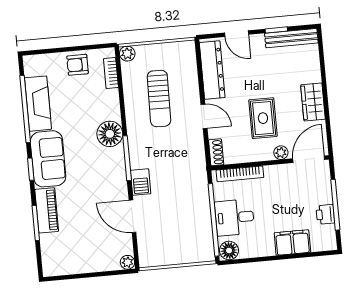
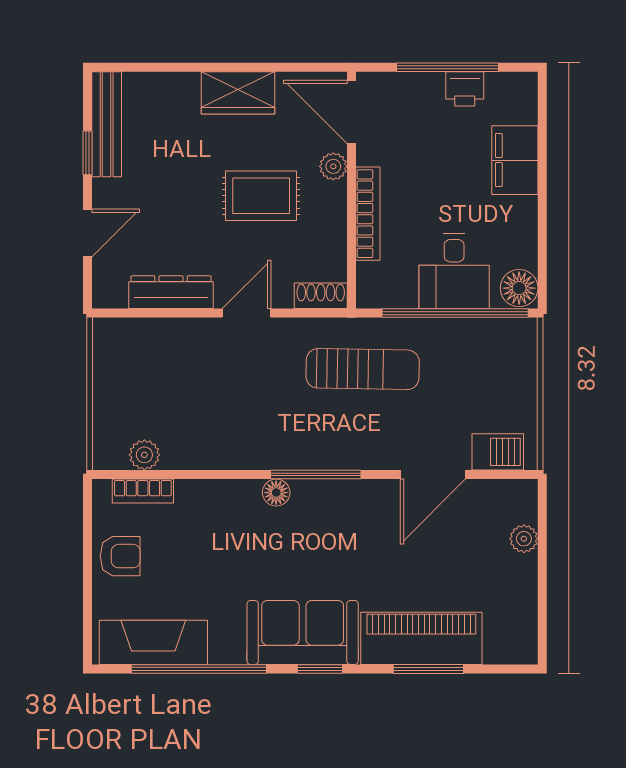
plant: (127, 54) -> (144, 455), moved
armchair: (78, 65) -> (120, 556), turned -90
dresser: (212, 70) -> (171, 292), width x0.73, depth x0.80
sun lounger: (159, 99) -> (363, 369), moved
fireplace: (38, 104) -> (153, 642), moved
floor lamp: (110, 134) -> (276, 493), width x0.53, depth x0.53
bookcase: (240, 174) -> (368, 214), moved
barbecue: (141, 182) -> (498, 452), moved
piano: (47, 210) -> (421, 638), width x1.37, depth x1.33
plant: (127, 262) -> (524, 539), moved

